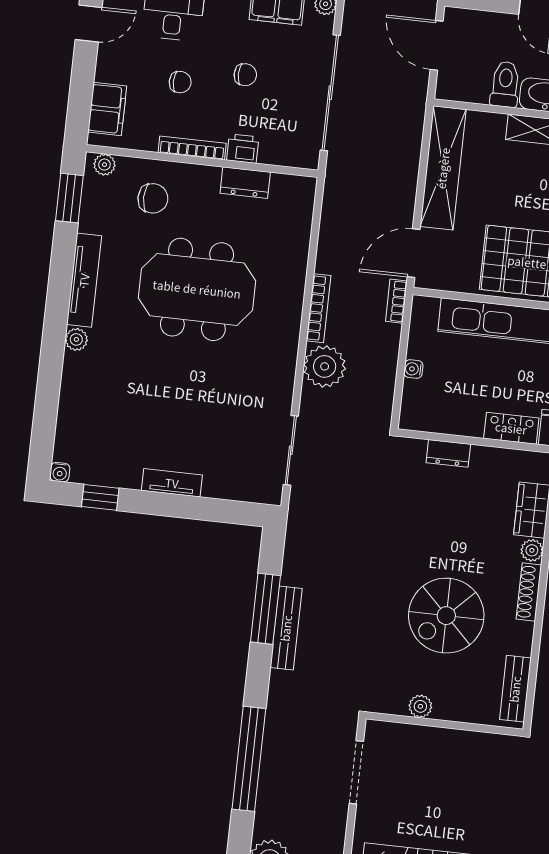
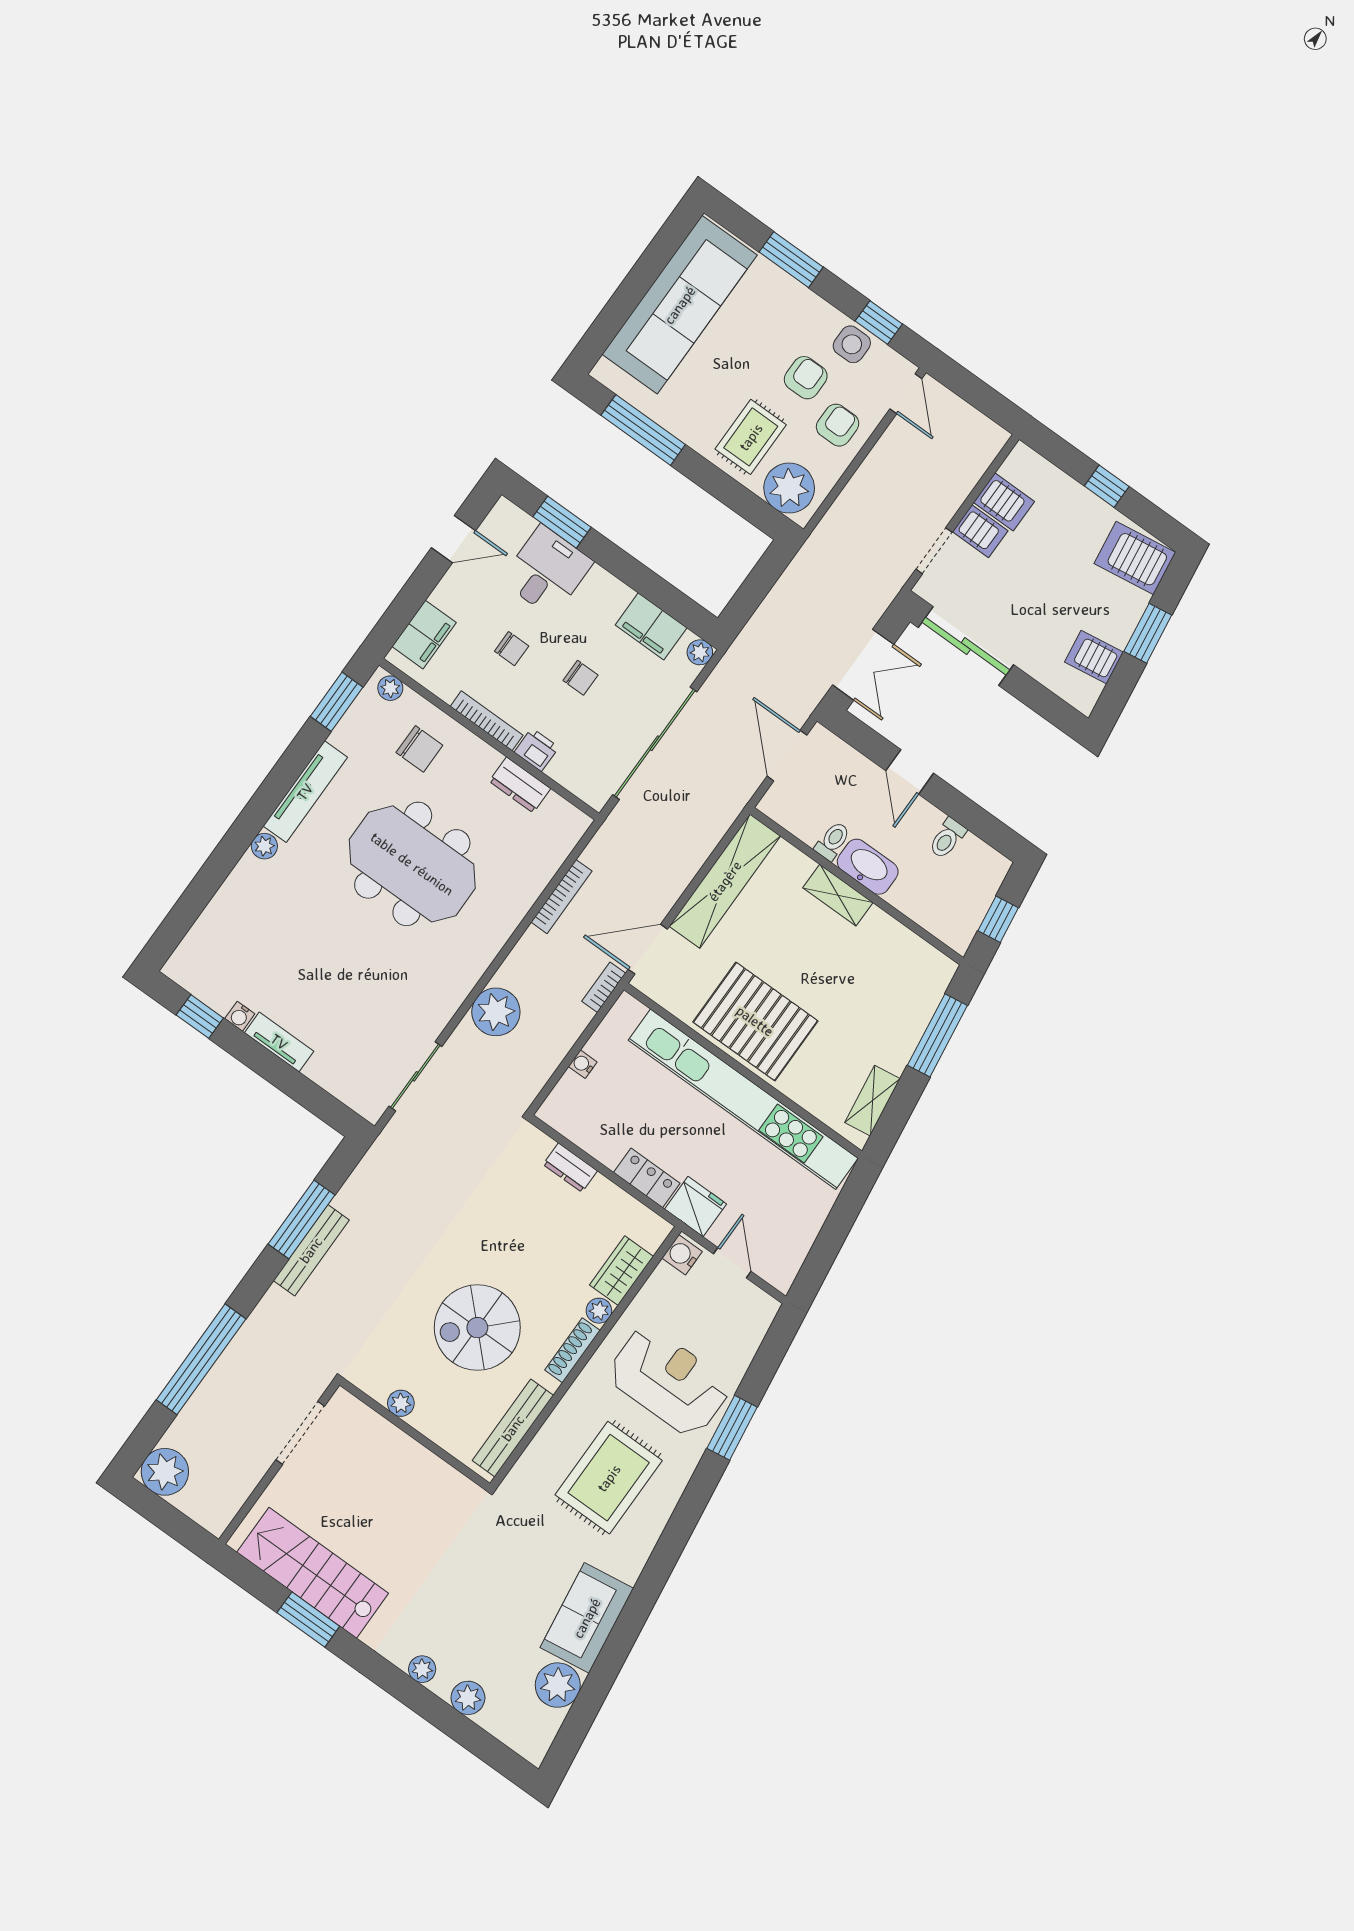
toilet: (505, 84) -> (833, 841), width x0.73, depth x0.72
bookcase: (319, 308) -> (561, 897), moved
water cooler: (60, 472) -> (240, 1016), moved
bench: (515, 689) -> (513, 1428), width x1.36

